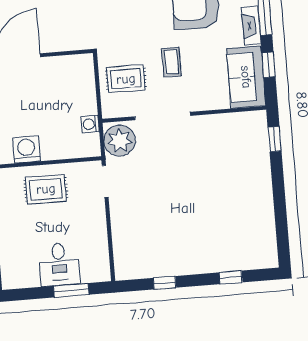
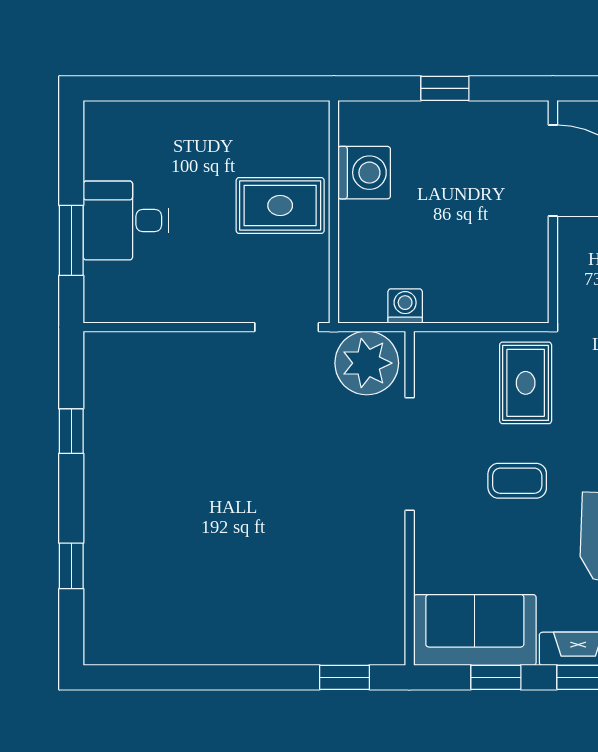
rug: (126, 79) -> (526, 383), moved
rug: (46, 189) -> (280, 206), turned 90

